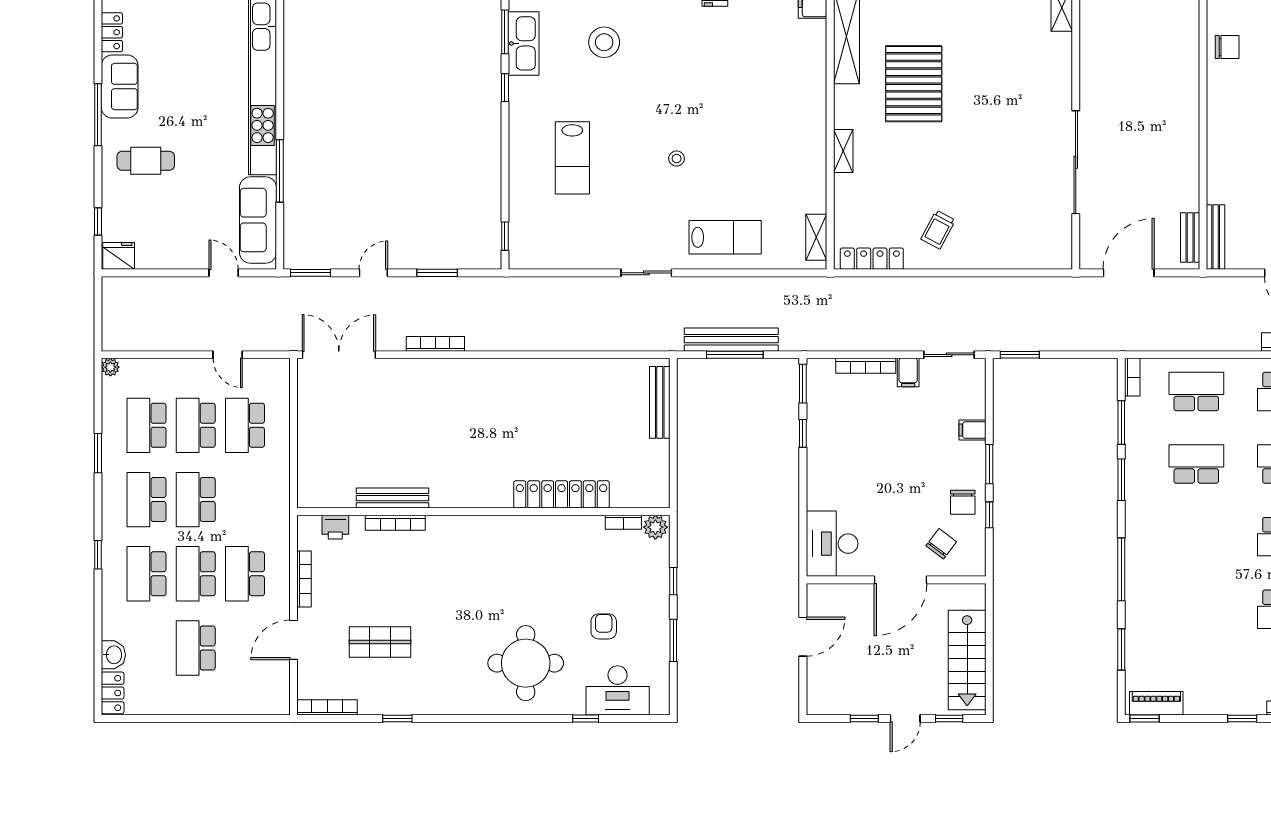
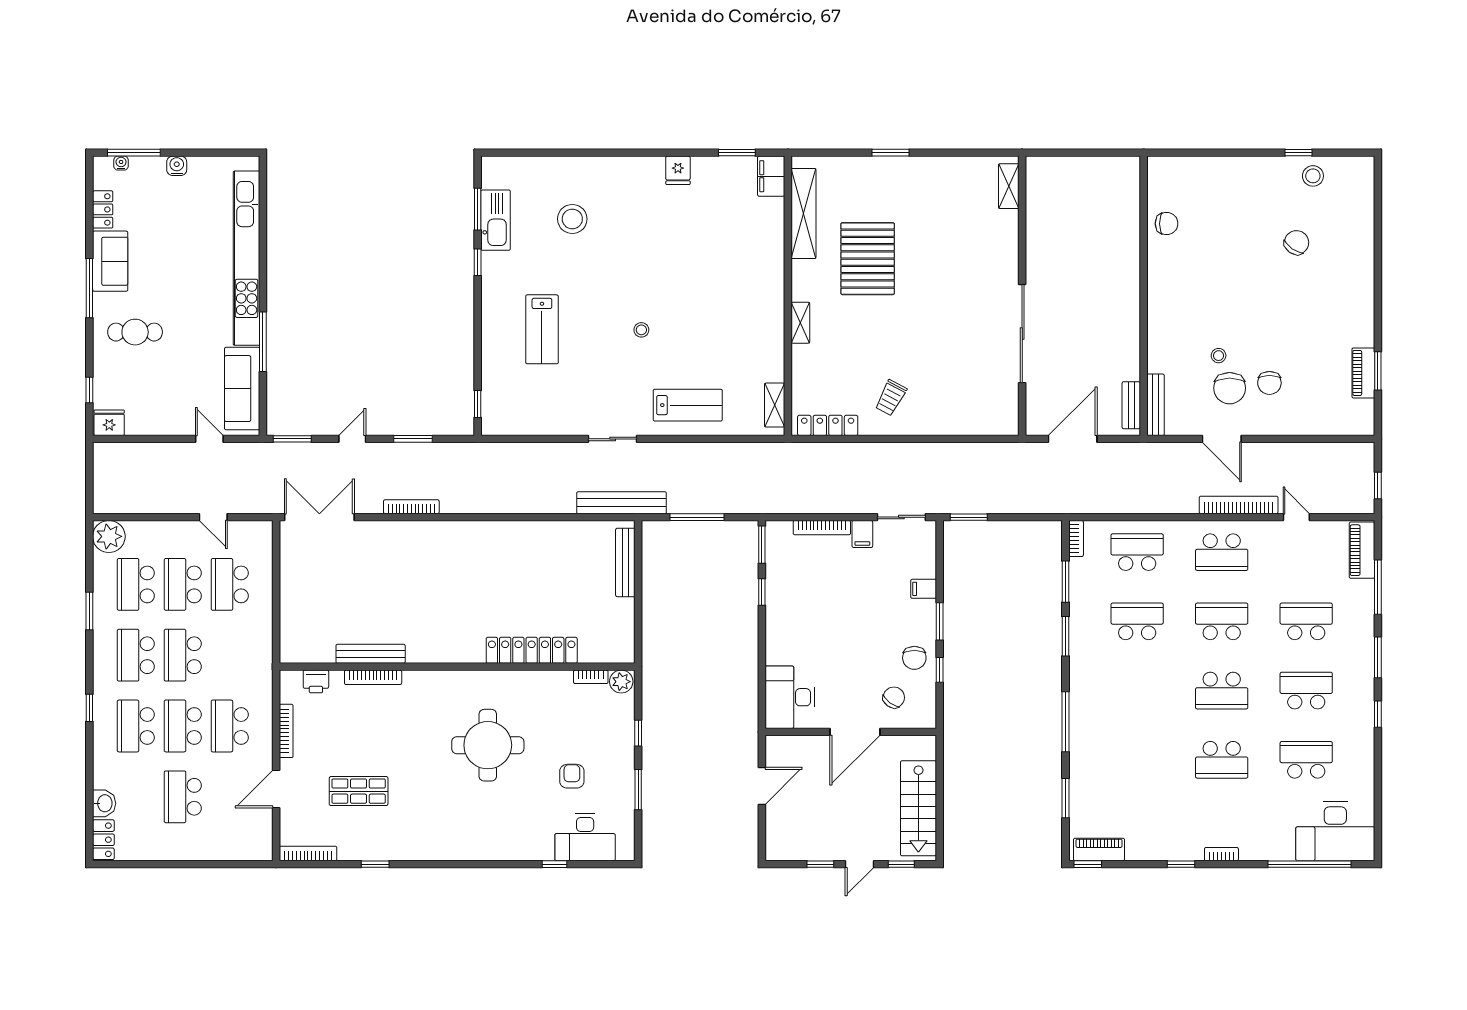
bench: (731, 340) -> (621, 503), moved
plant: (110, 367) -> (109, 536), width x1.87, depth x1.87
round table: (526, 663) -> (488, 745), moved

